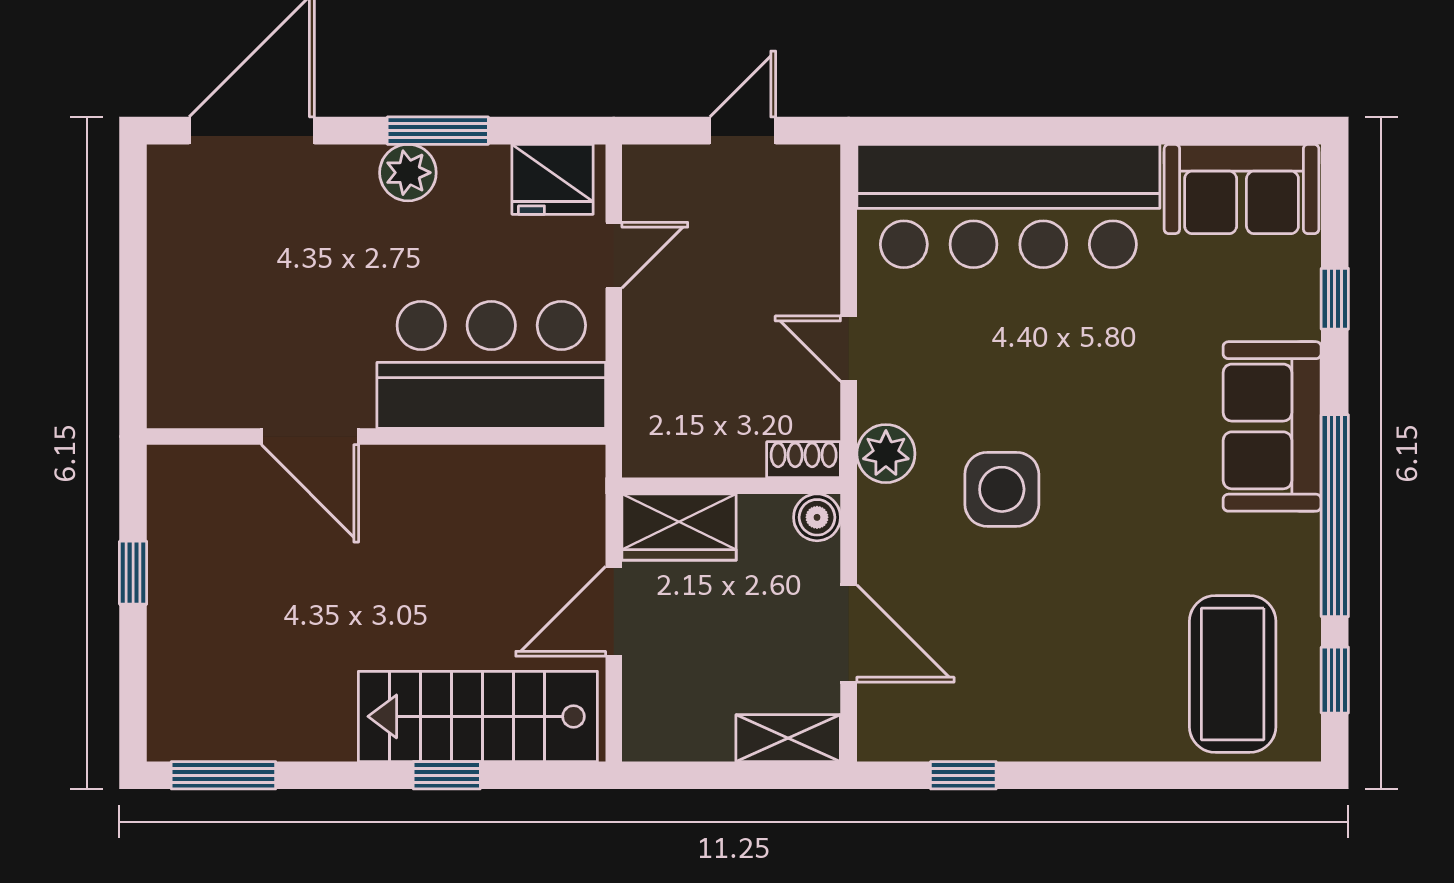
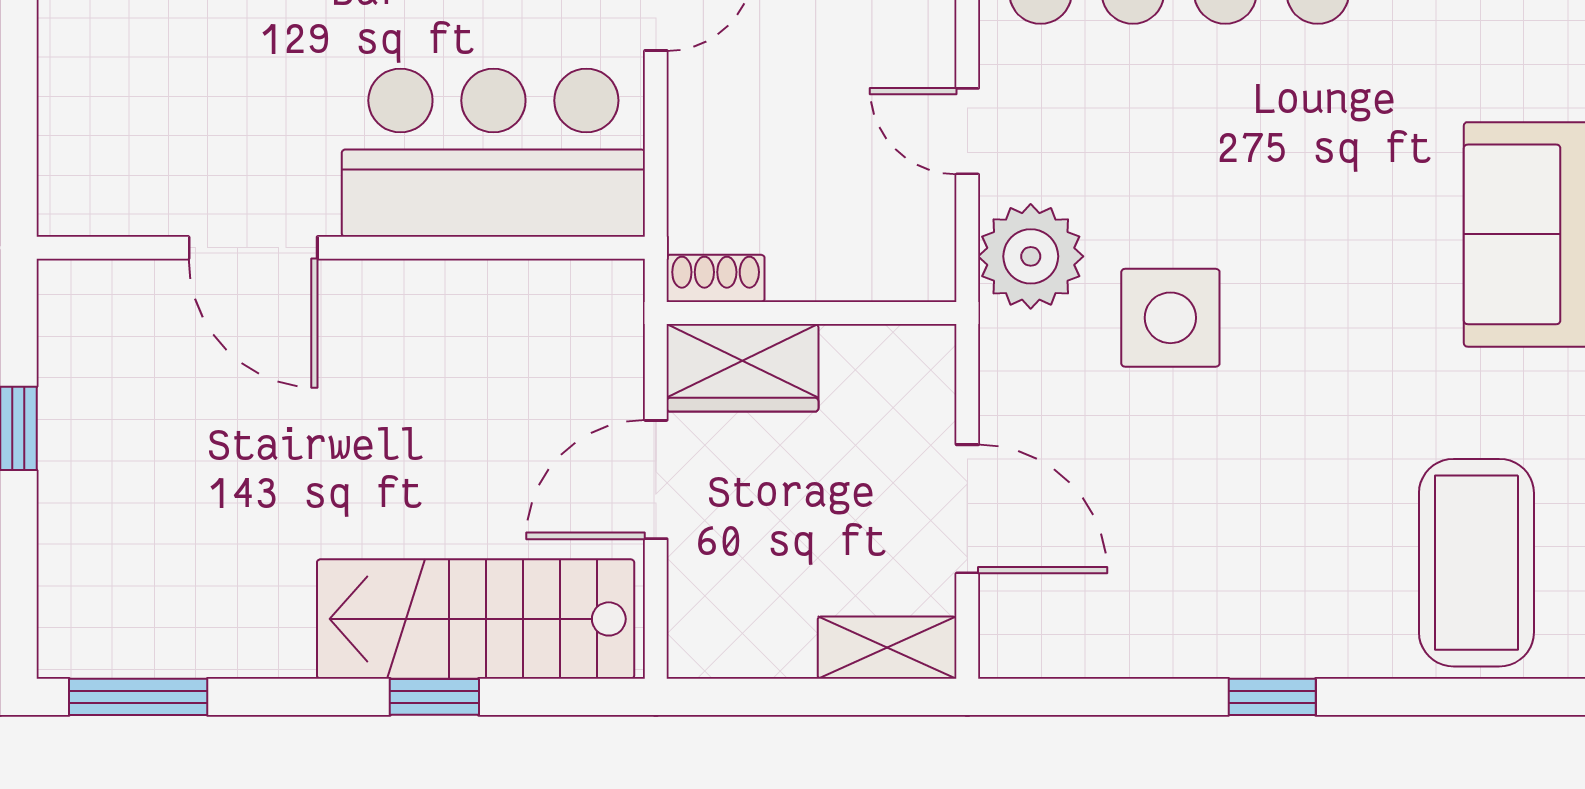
plant: (886, 454) -> (1031, 256), width x1.36, depth x1.36
shoe rack: (804, 460) -> (716, 278), moved
boiler: (817, 517) -> (925, 355), removed
window: (963, 775) -> (1272, 697), moved

